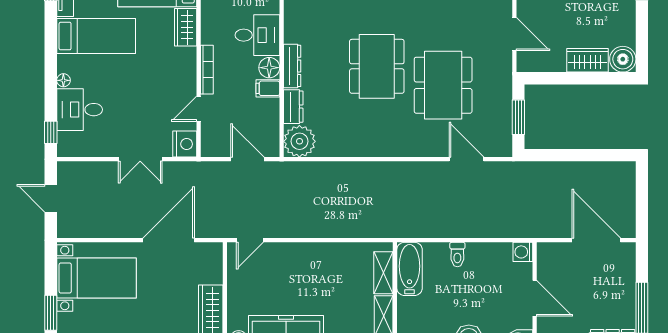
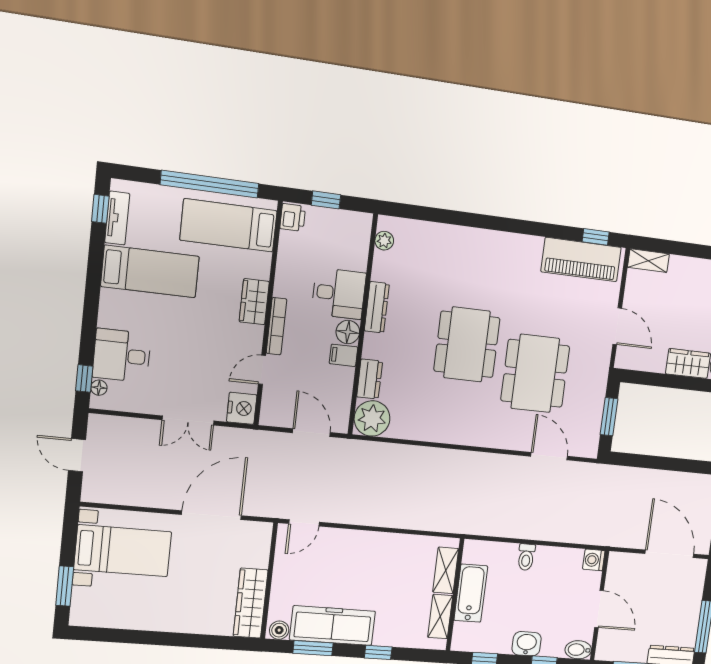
wardrobe: (186, 27) -> (254, 302), moved
dresser: (292, 66) -> (377, 307), moved
floor lamp: (63, 80) -> (99, 388), moved
bathtub: (410, 269) -> (471, 593), moved

